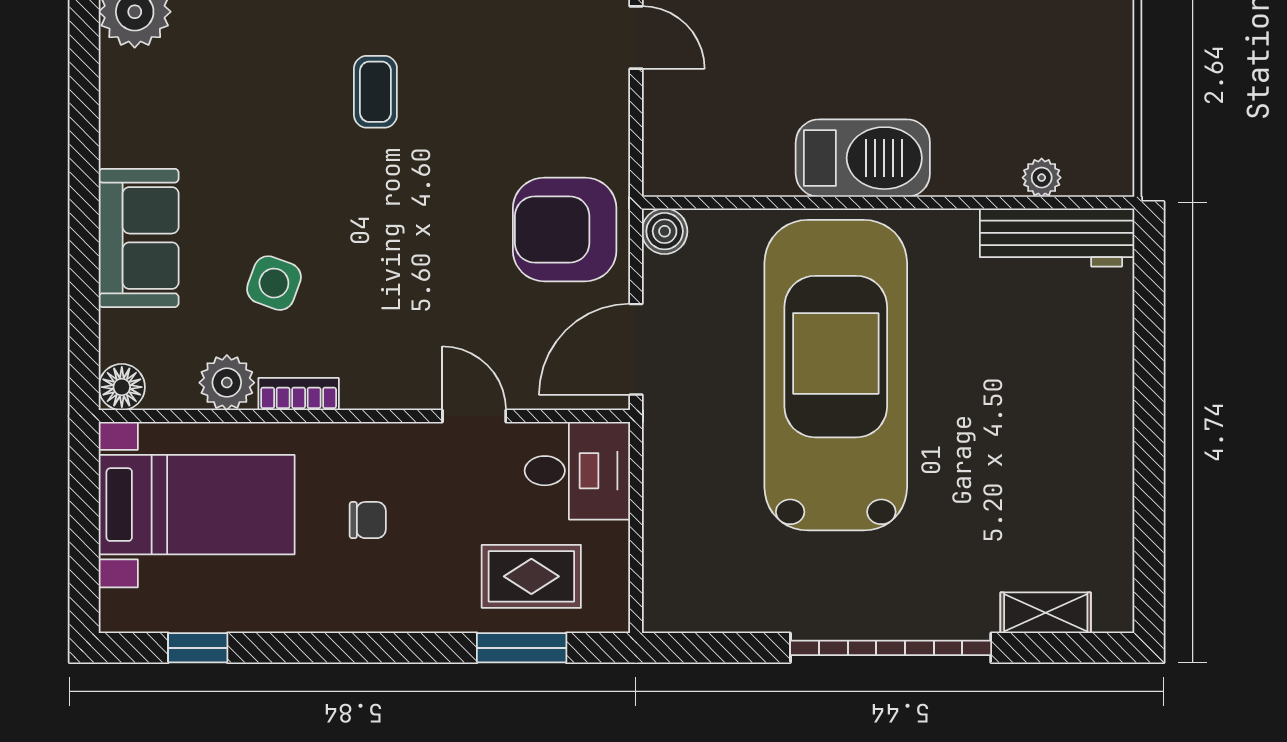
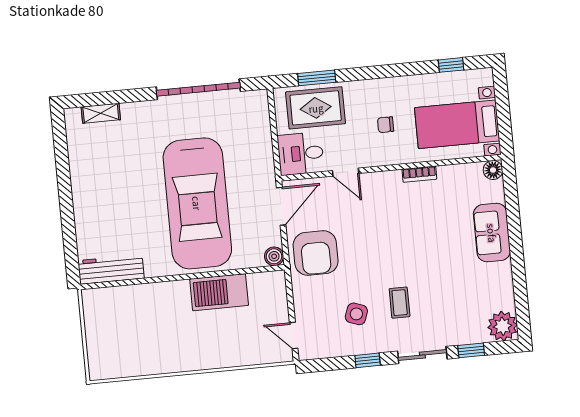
barbecue: (863, 158) -> (219, 292), moved
plant: (1042, 178) -> (120, 294), removed
armchair: (565, 229) -> (316, 253), turned 90
side table: (274, 283) -> (356, 314), moved
plant: (227, 383) -> (450, 176), removed
rug: (531, 576) -> (316, 108), width x1.36, depth x1.43
garage door: (891, 648) -> (198, 89), moved

